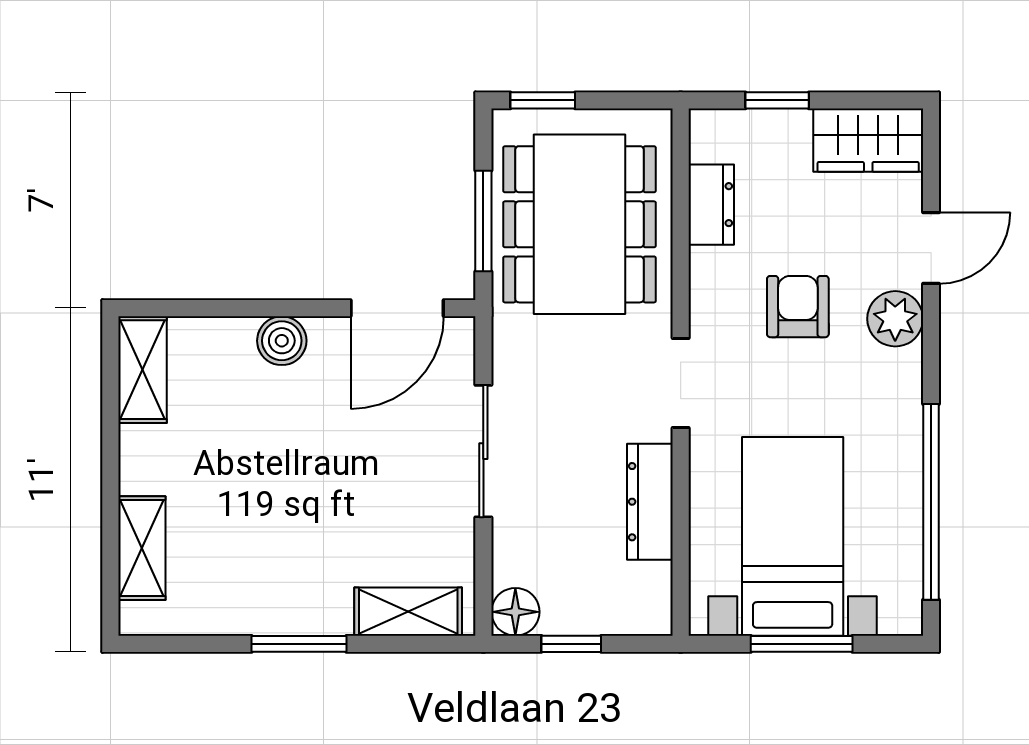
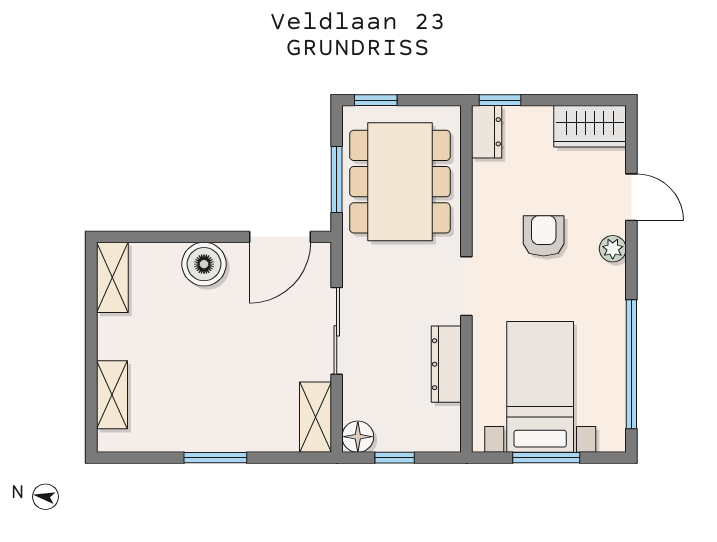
window: (777, 100) -> (500, 100), moved
dresser: (711, 205) -> (487, 132), moved
door: (931, 248) -> (631, 197), hinge flipped
plant: (895, 319) -> (613, 249), width x0.73, depth x0.73
boiler: (282, 341) -> (204, 264), width x1.36, depth x1.36
shelving: (408, 612) -> (316, 417), moved, turned 90

